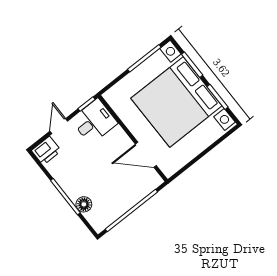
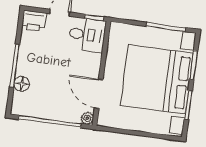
plant: (156, 181) -> (87, 118), added

